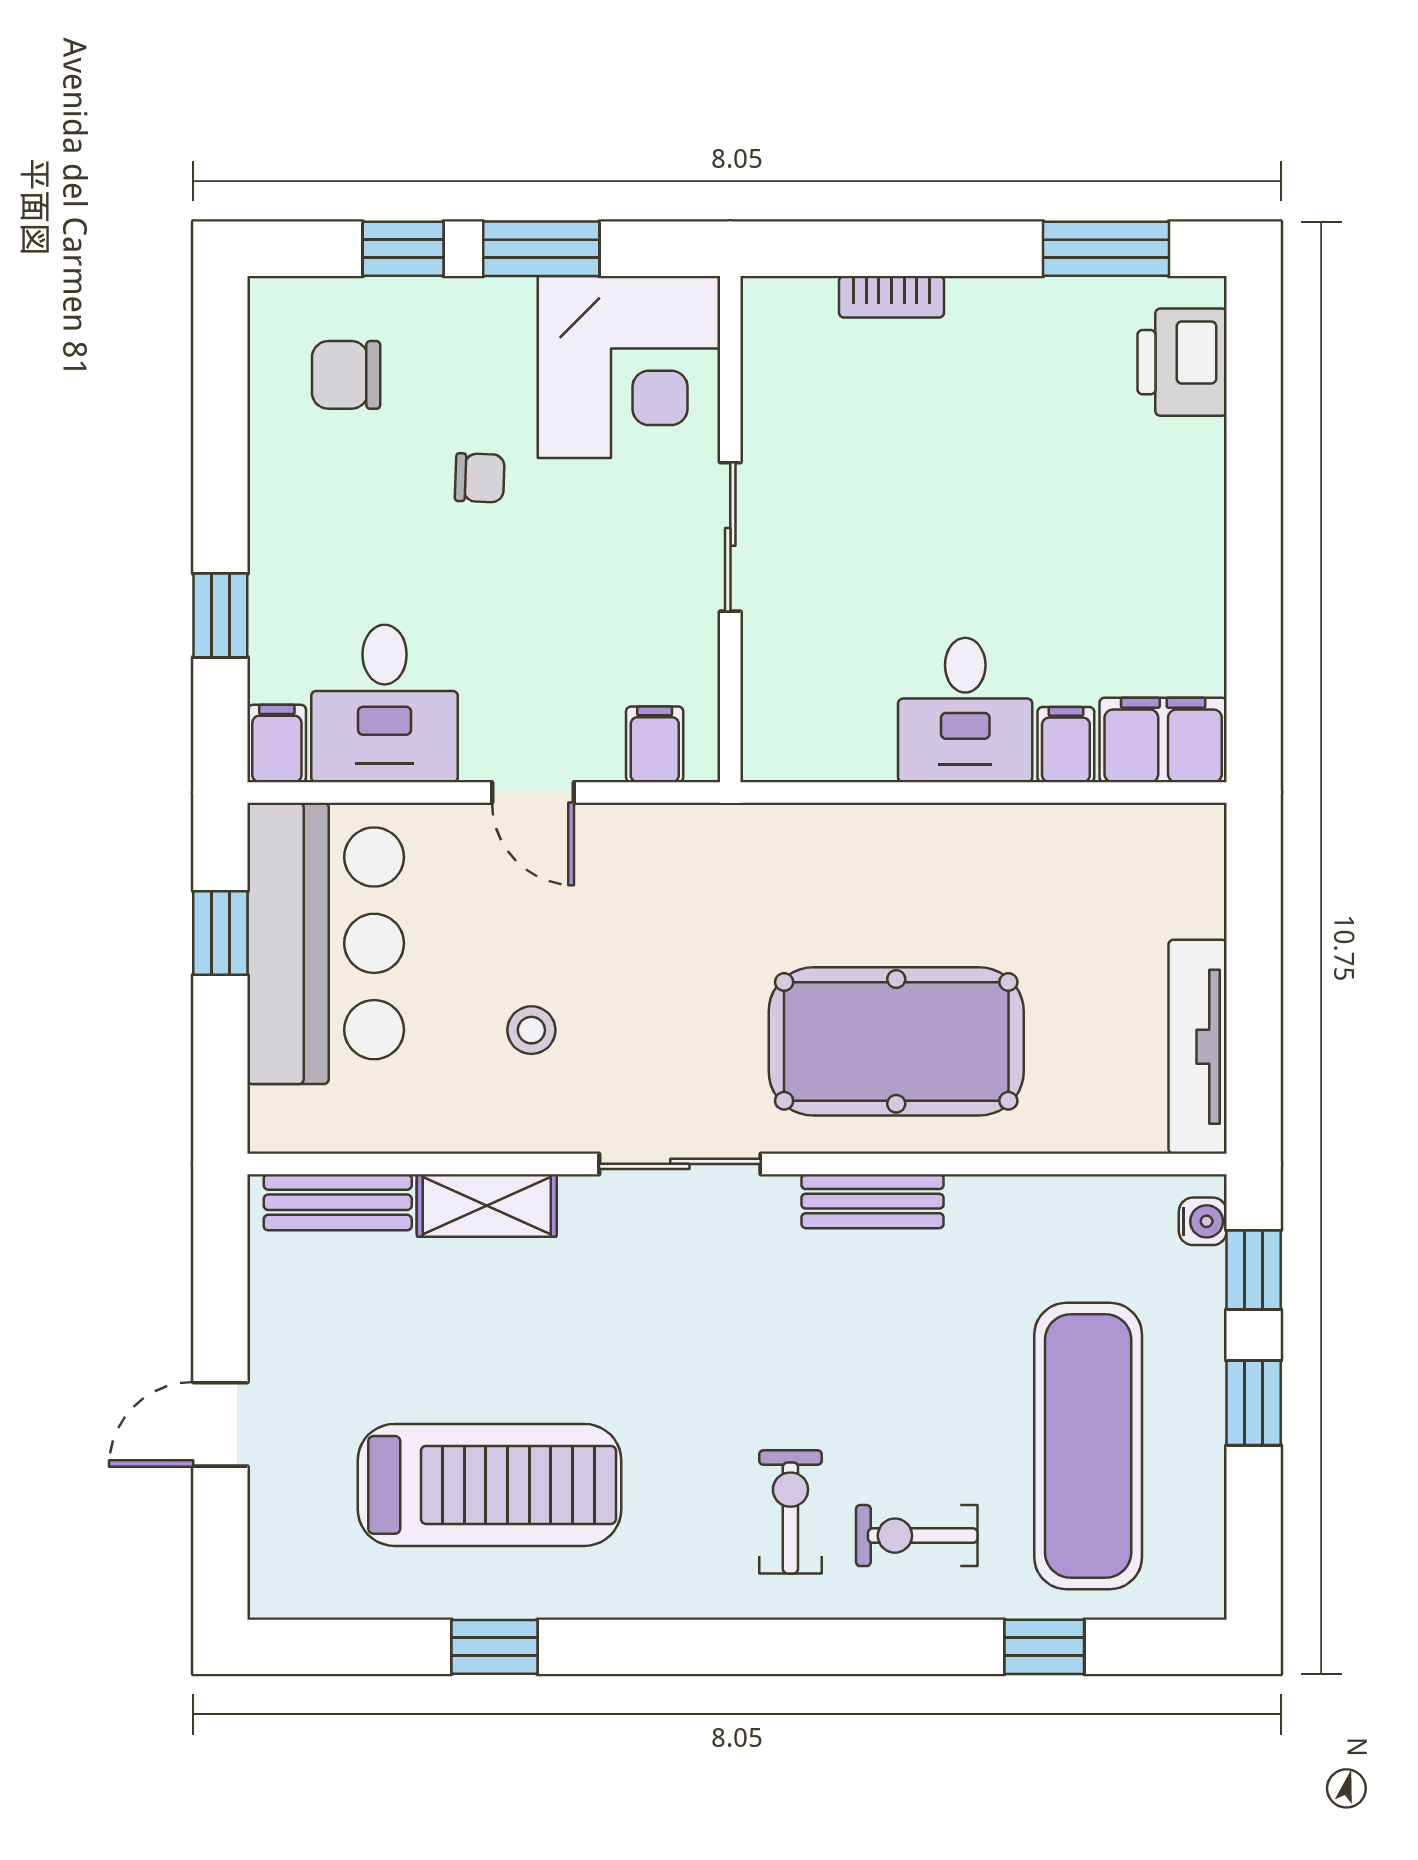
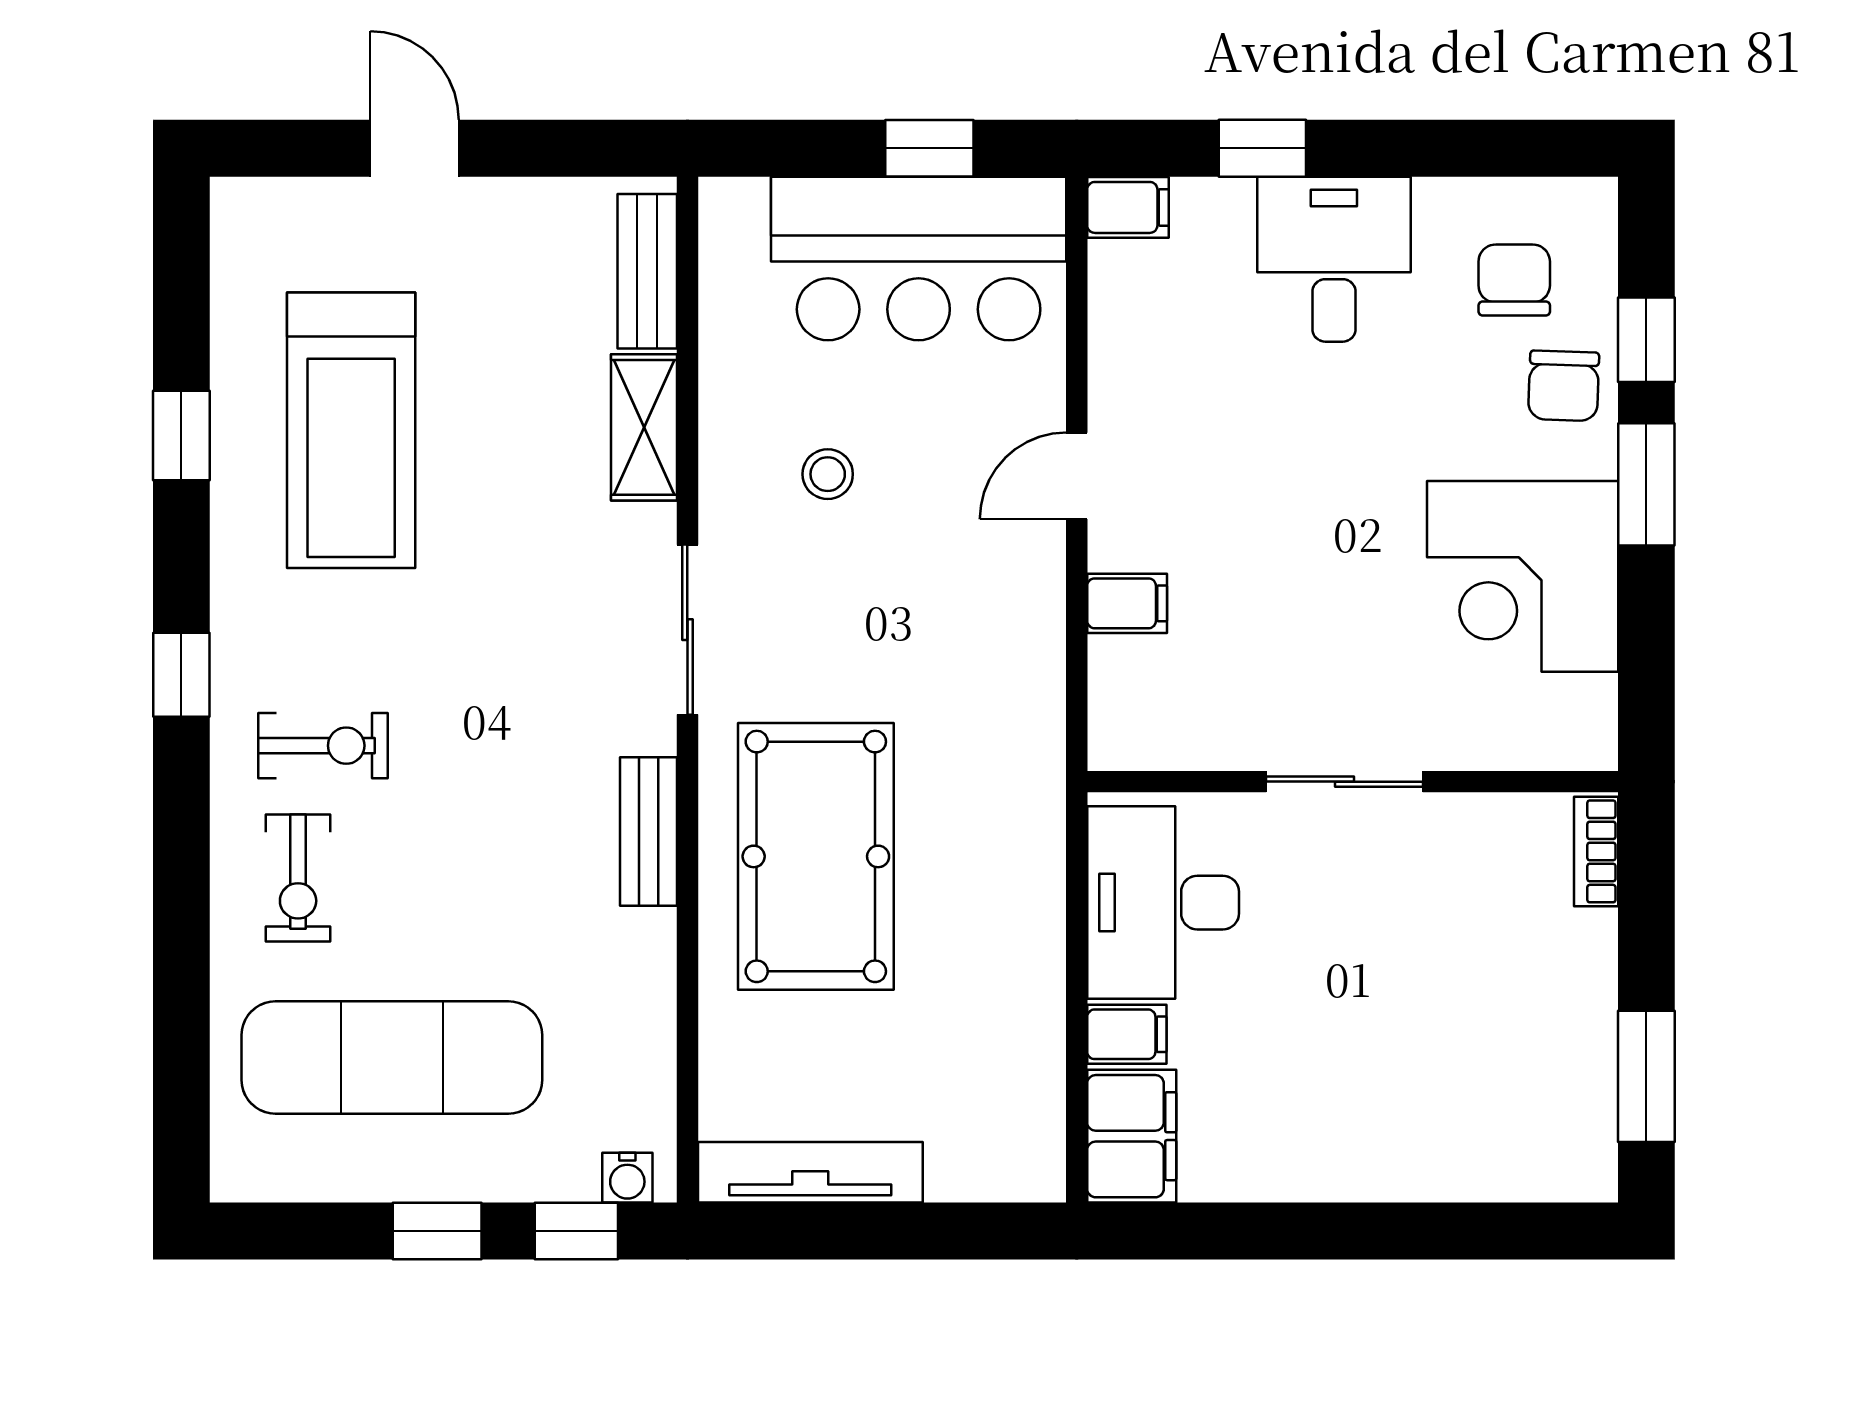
printer: (1182, 362) -> (1528, 1156), removed
chair: (480, 478) -> (1564, 386), moved, width x1.37, depth x1.37
wall: (730, 529) -> (1353, 782), moved
sliding door: (730, 537) -> (1344, 782), moved
desk: (385, 703) -> (1334, 259), moved, turned 90
desk: (965, 710) -> (1163, 903), width x1.37
exercise bike: (917, 1536) -> (298, 878), turned 180
window: (1044, 1647) -> (181, 675), moved

